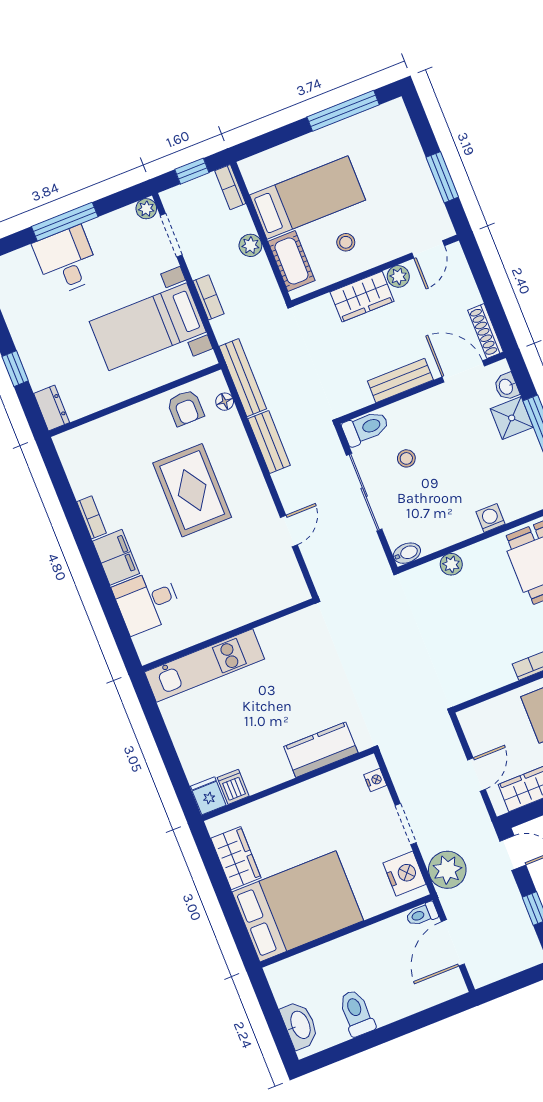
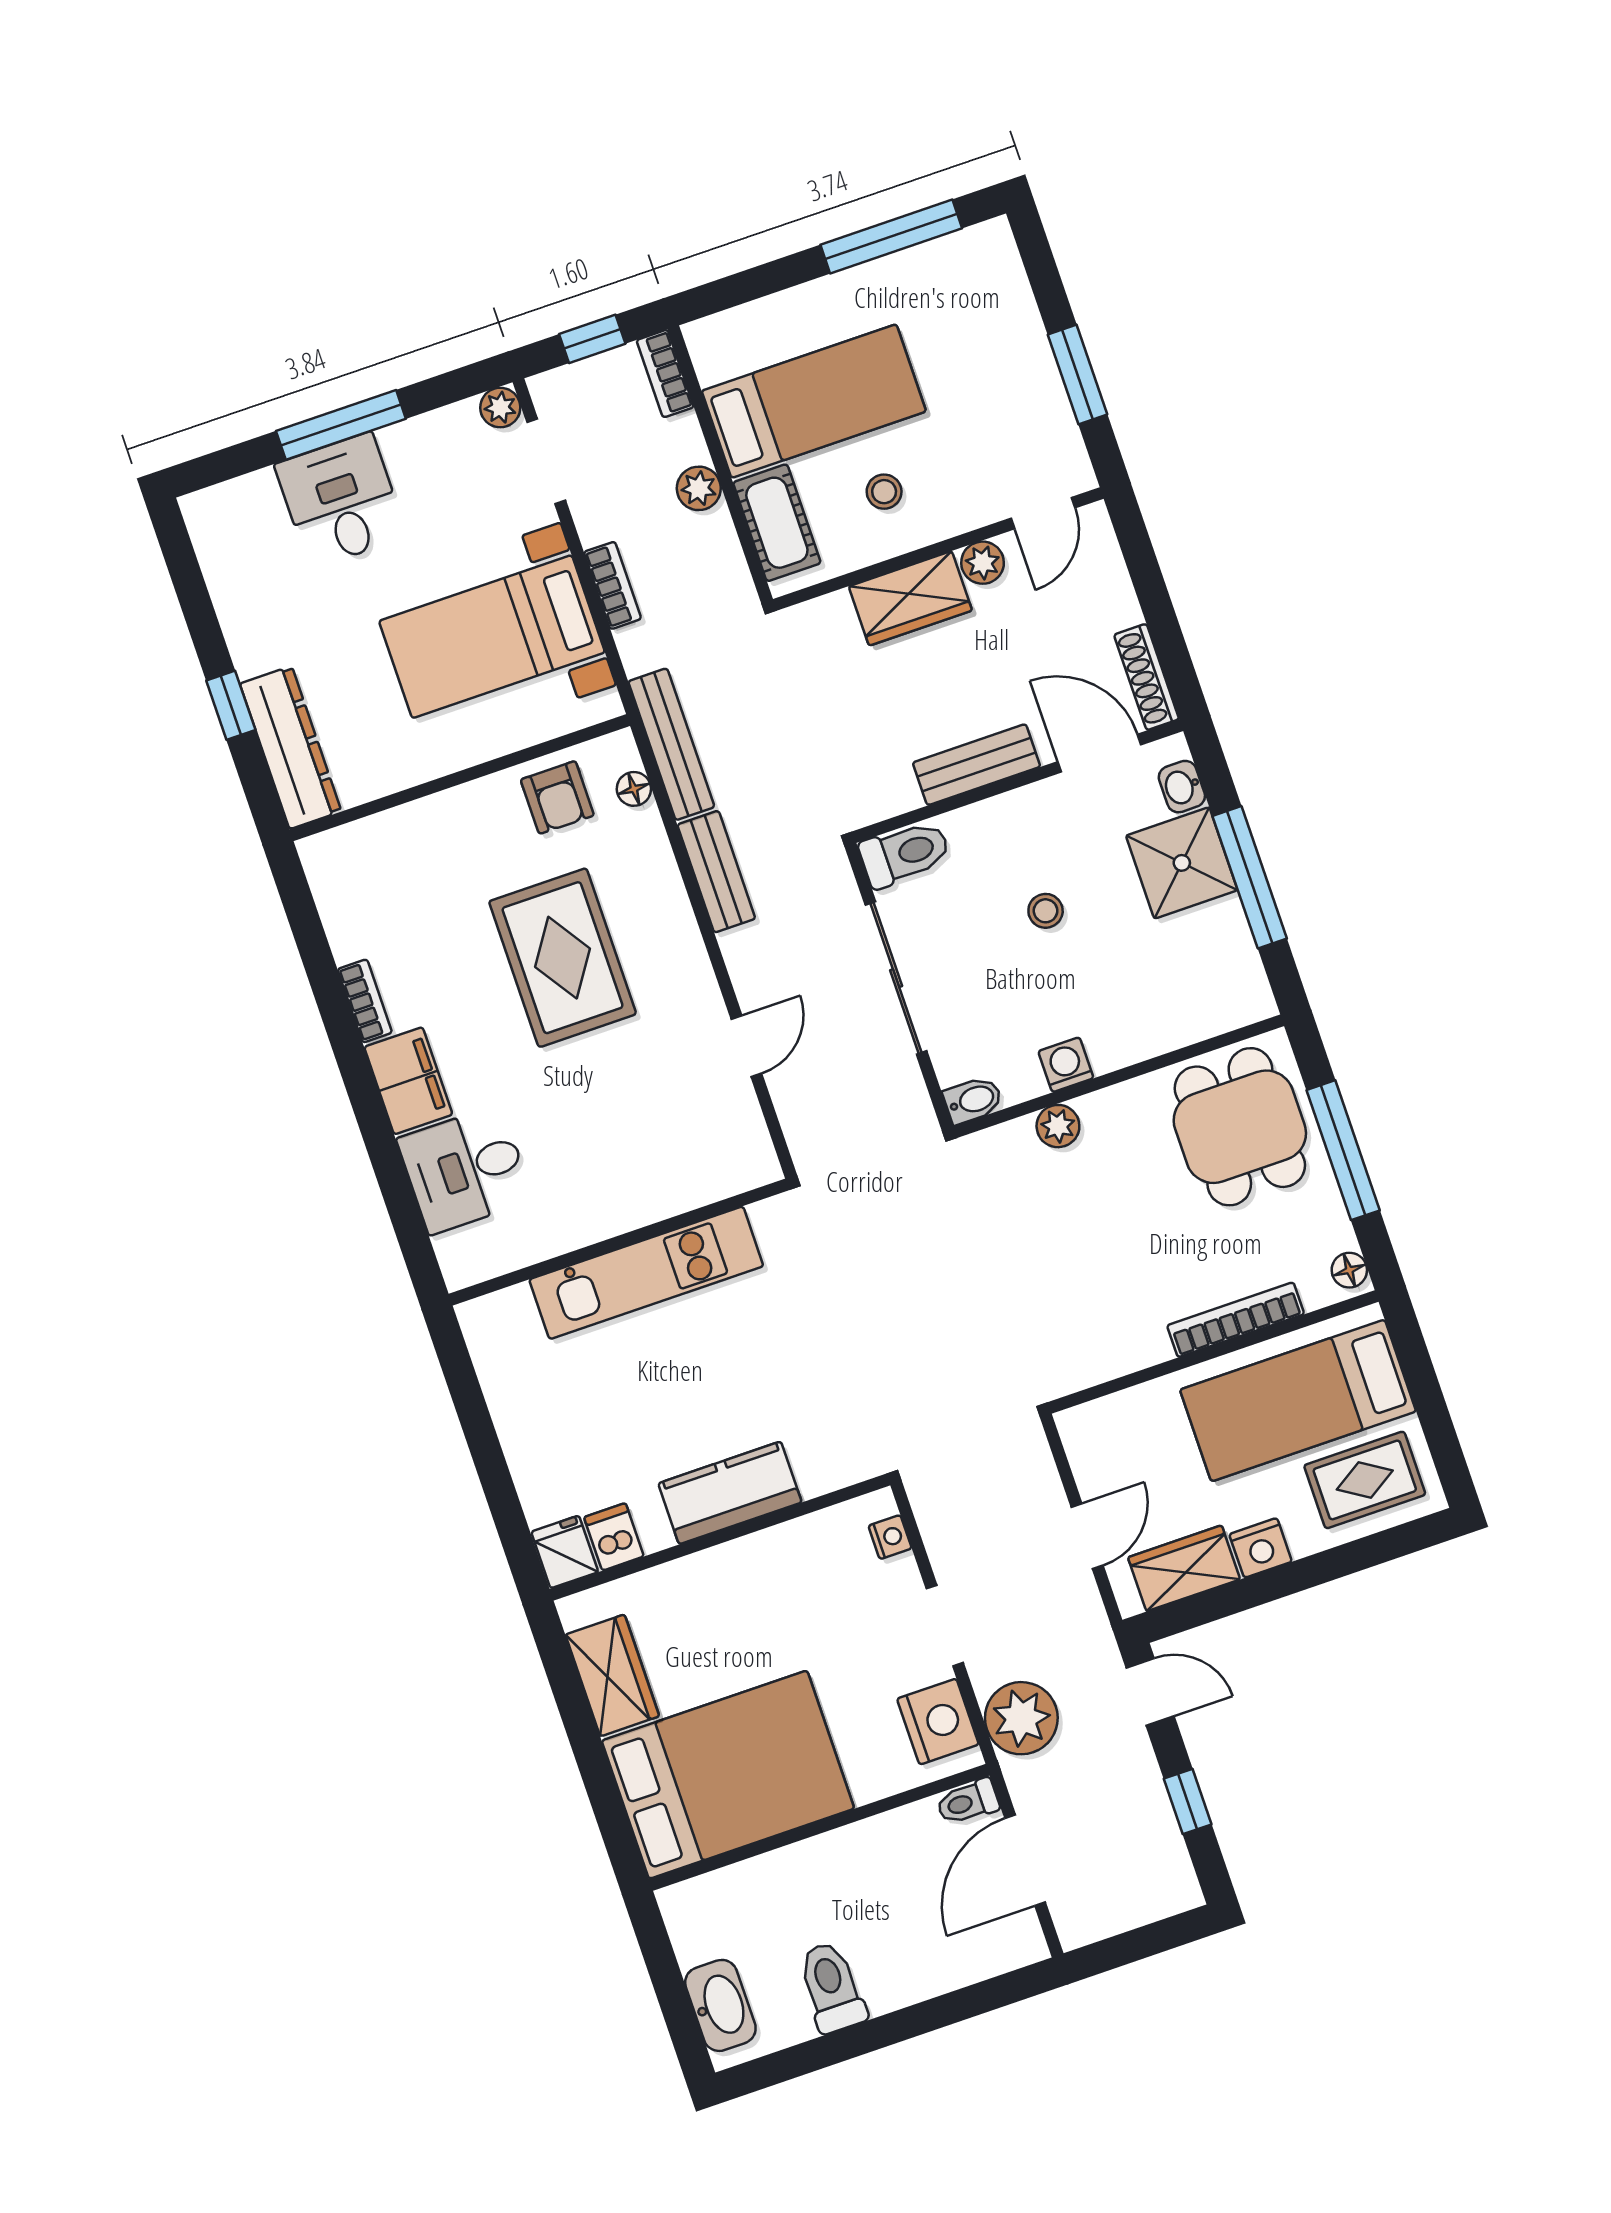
dresser: (52, 408) -> (291, 748), width x1.96, depth x1.24
shower: (512, 418) -> (1182, 863), width x1.36, depth x1.36
stool: (406, 458) -> (1046, 911), moved
washing machine: (490, 518) -> (1066, 1065), moved
kitchen unit: (204, 666) -> (646, 1273), moved
kitchen counter: (321, 750) -> (730, 1493), moved

